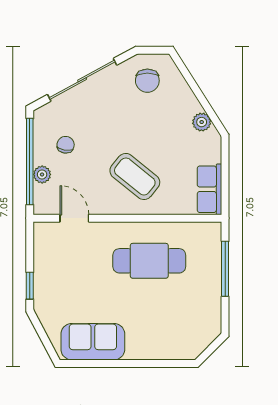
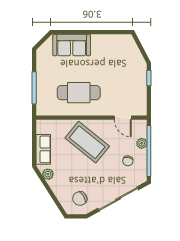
chair: (147, 81) -> (80, 199), turned -121
coffee table: (135, 176) -> (87, 142), width x1.36, depth x1.32
row of seats: (209, 189) -> (43, 149), moved
sofa: (93, 342) -> (72, 45), moved

